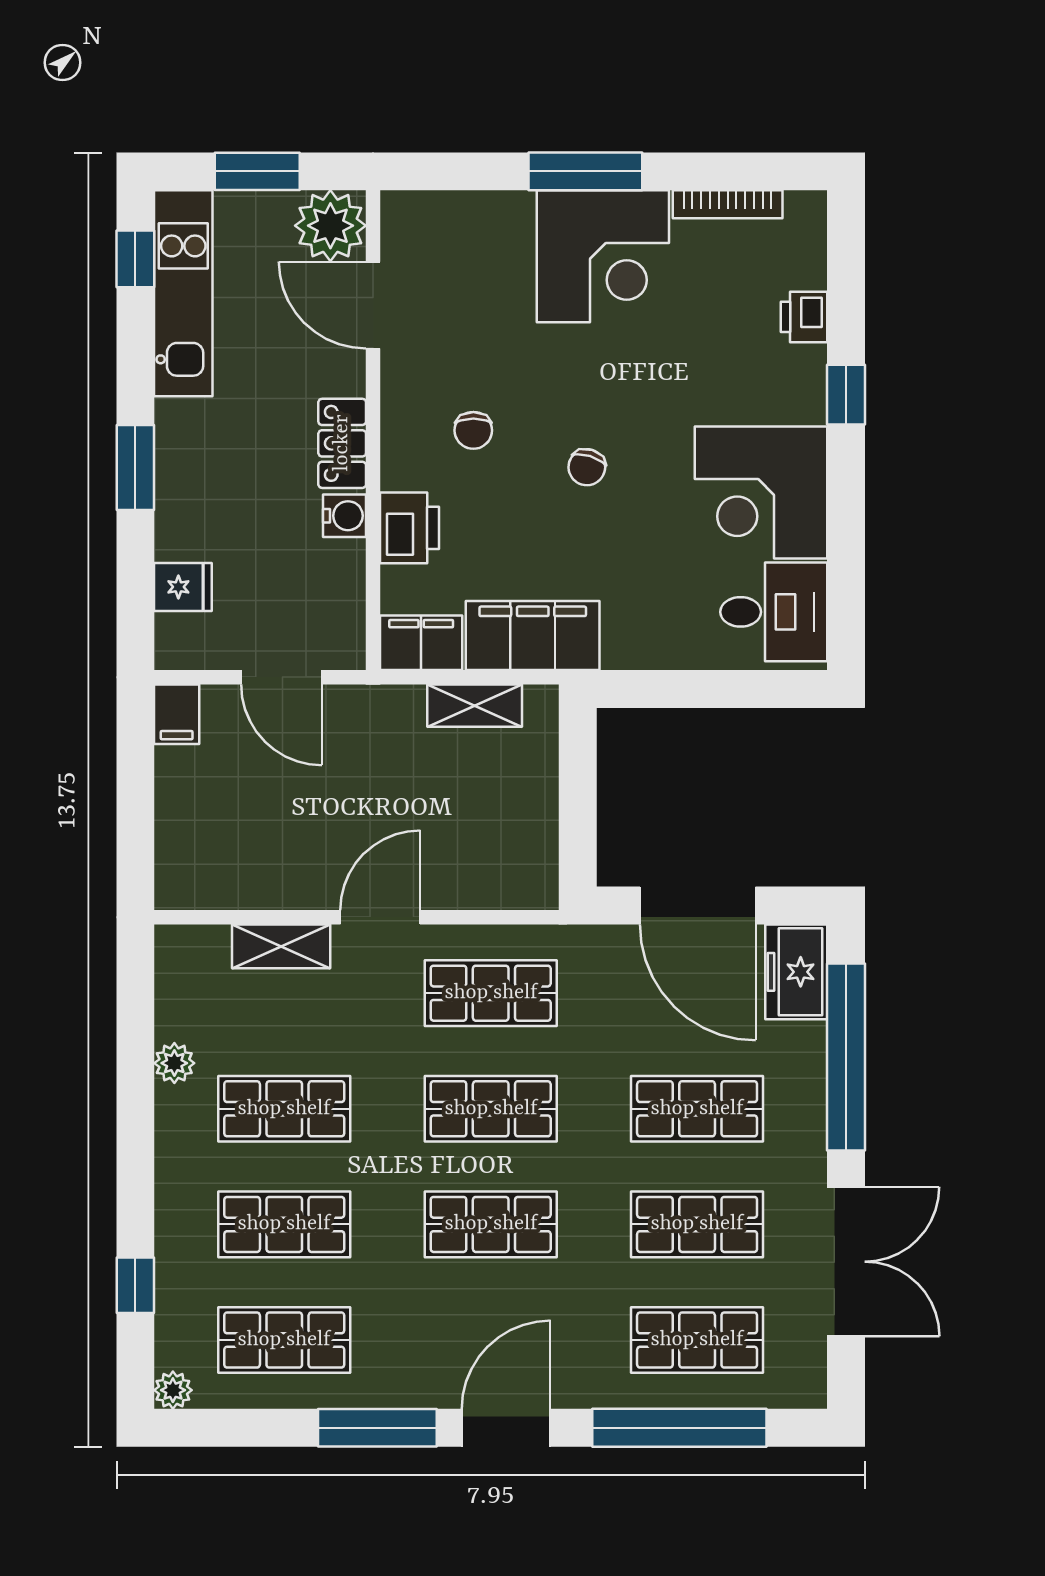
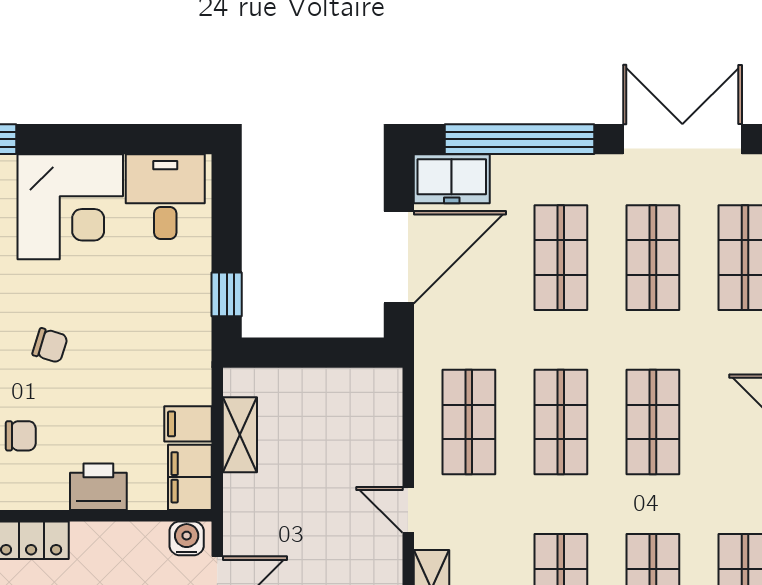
water cooler: (345, 516) -> (187, 538), moved
filing cabinet: (533, 636) -> (188, 424), width x0.33, depth x0.86
window: (651, 689) -> (227, 294), added
door: (380, 917) -> (408, 510), width x0.73

